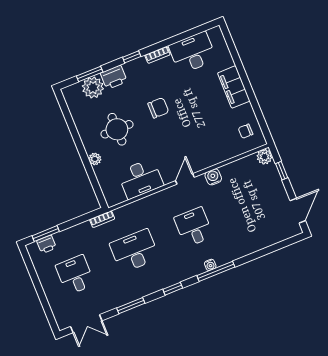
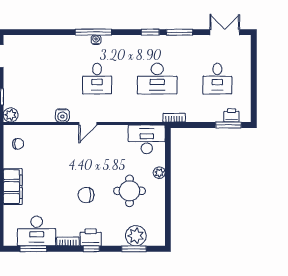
window: (189, 34) -> (33, 249), added
printer: (114, 77) -> (91, 237), moved
desk: (140, 179) -> (147, 139), moved
window: (173, 289) -> (150, 32), moved

